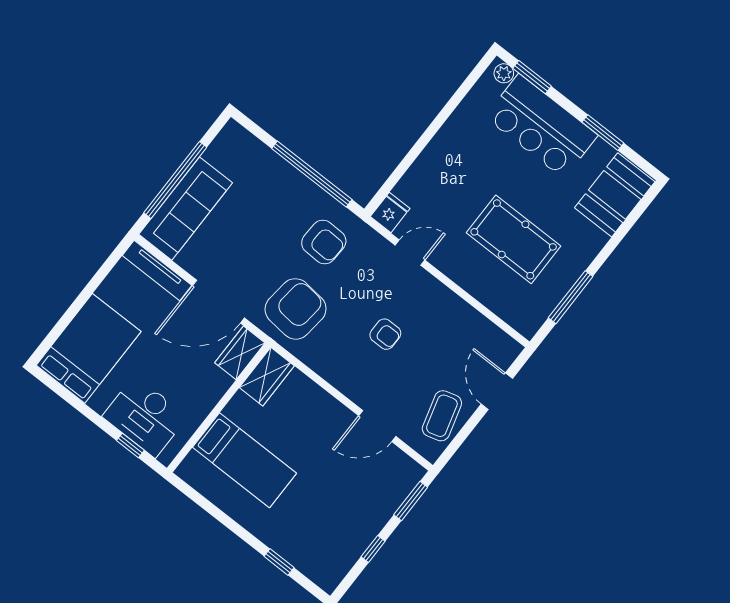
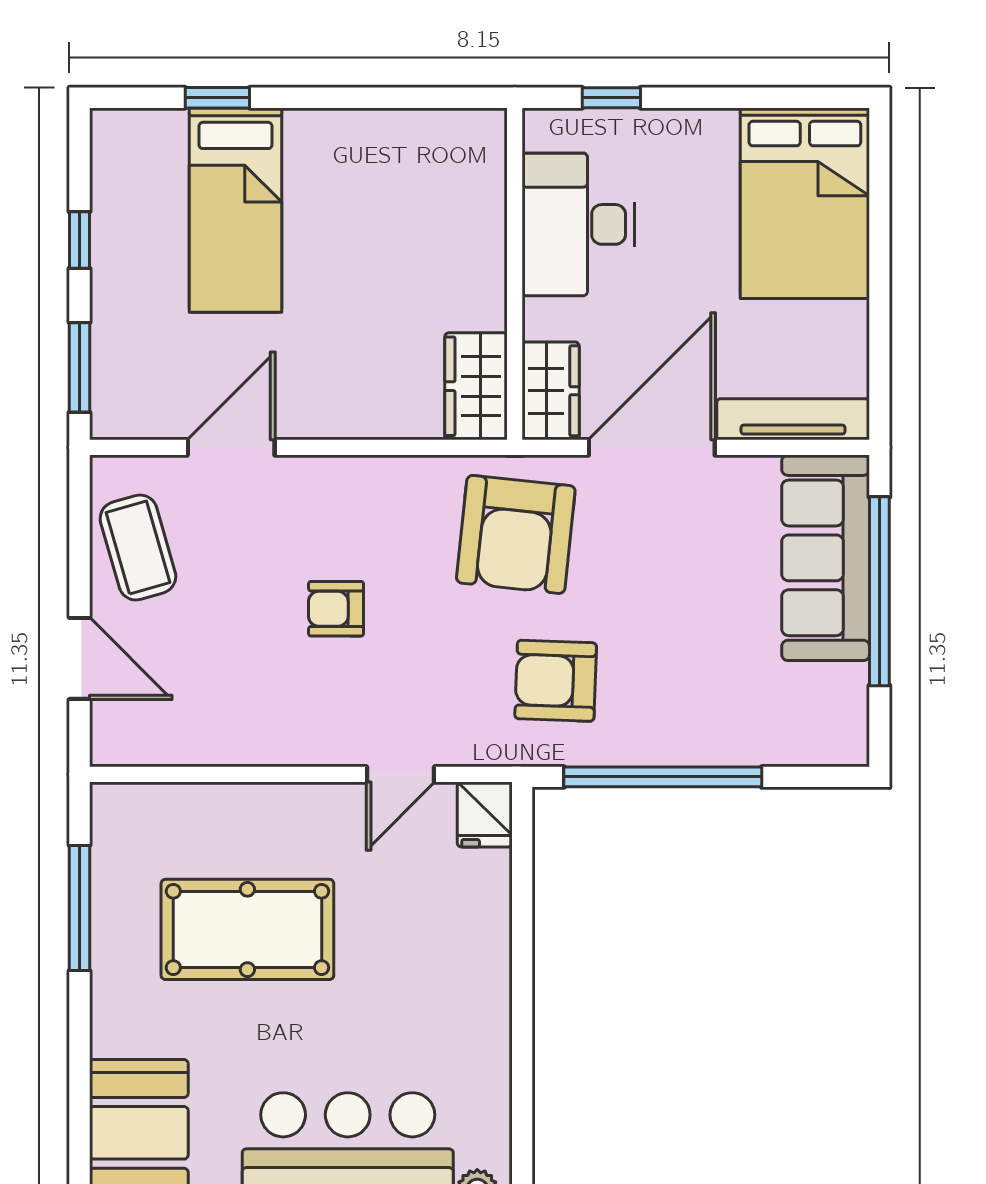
desk: (145, 417) -> (578, 224), moved, turned -90
bed: (245, 460) -> (236, 210), moved, turned -90

